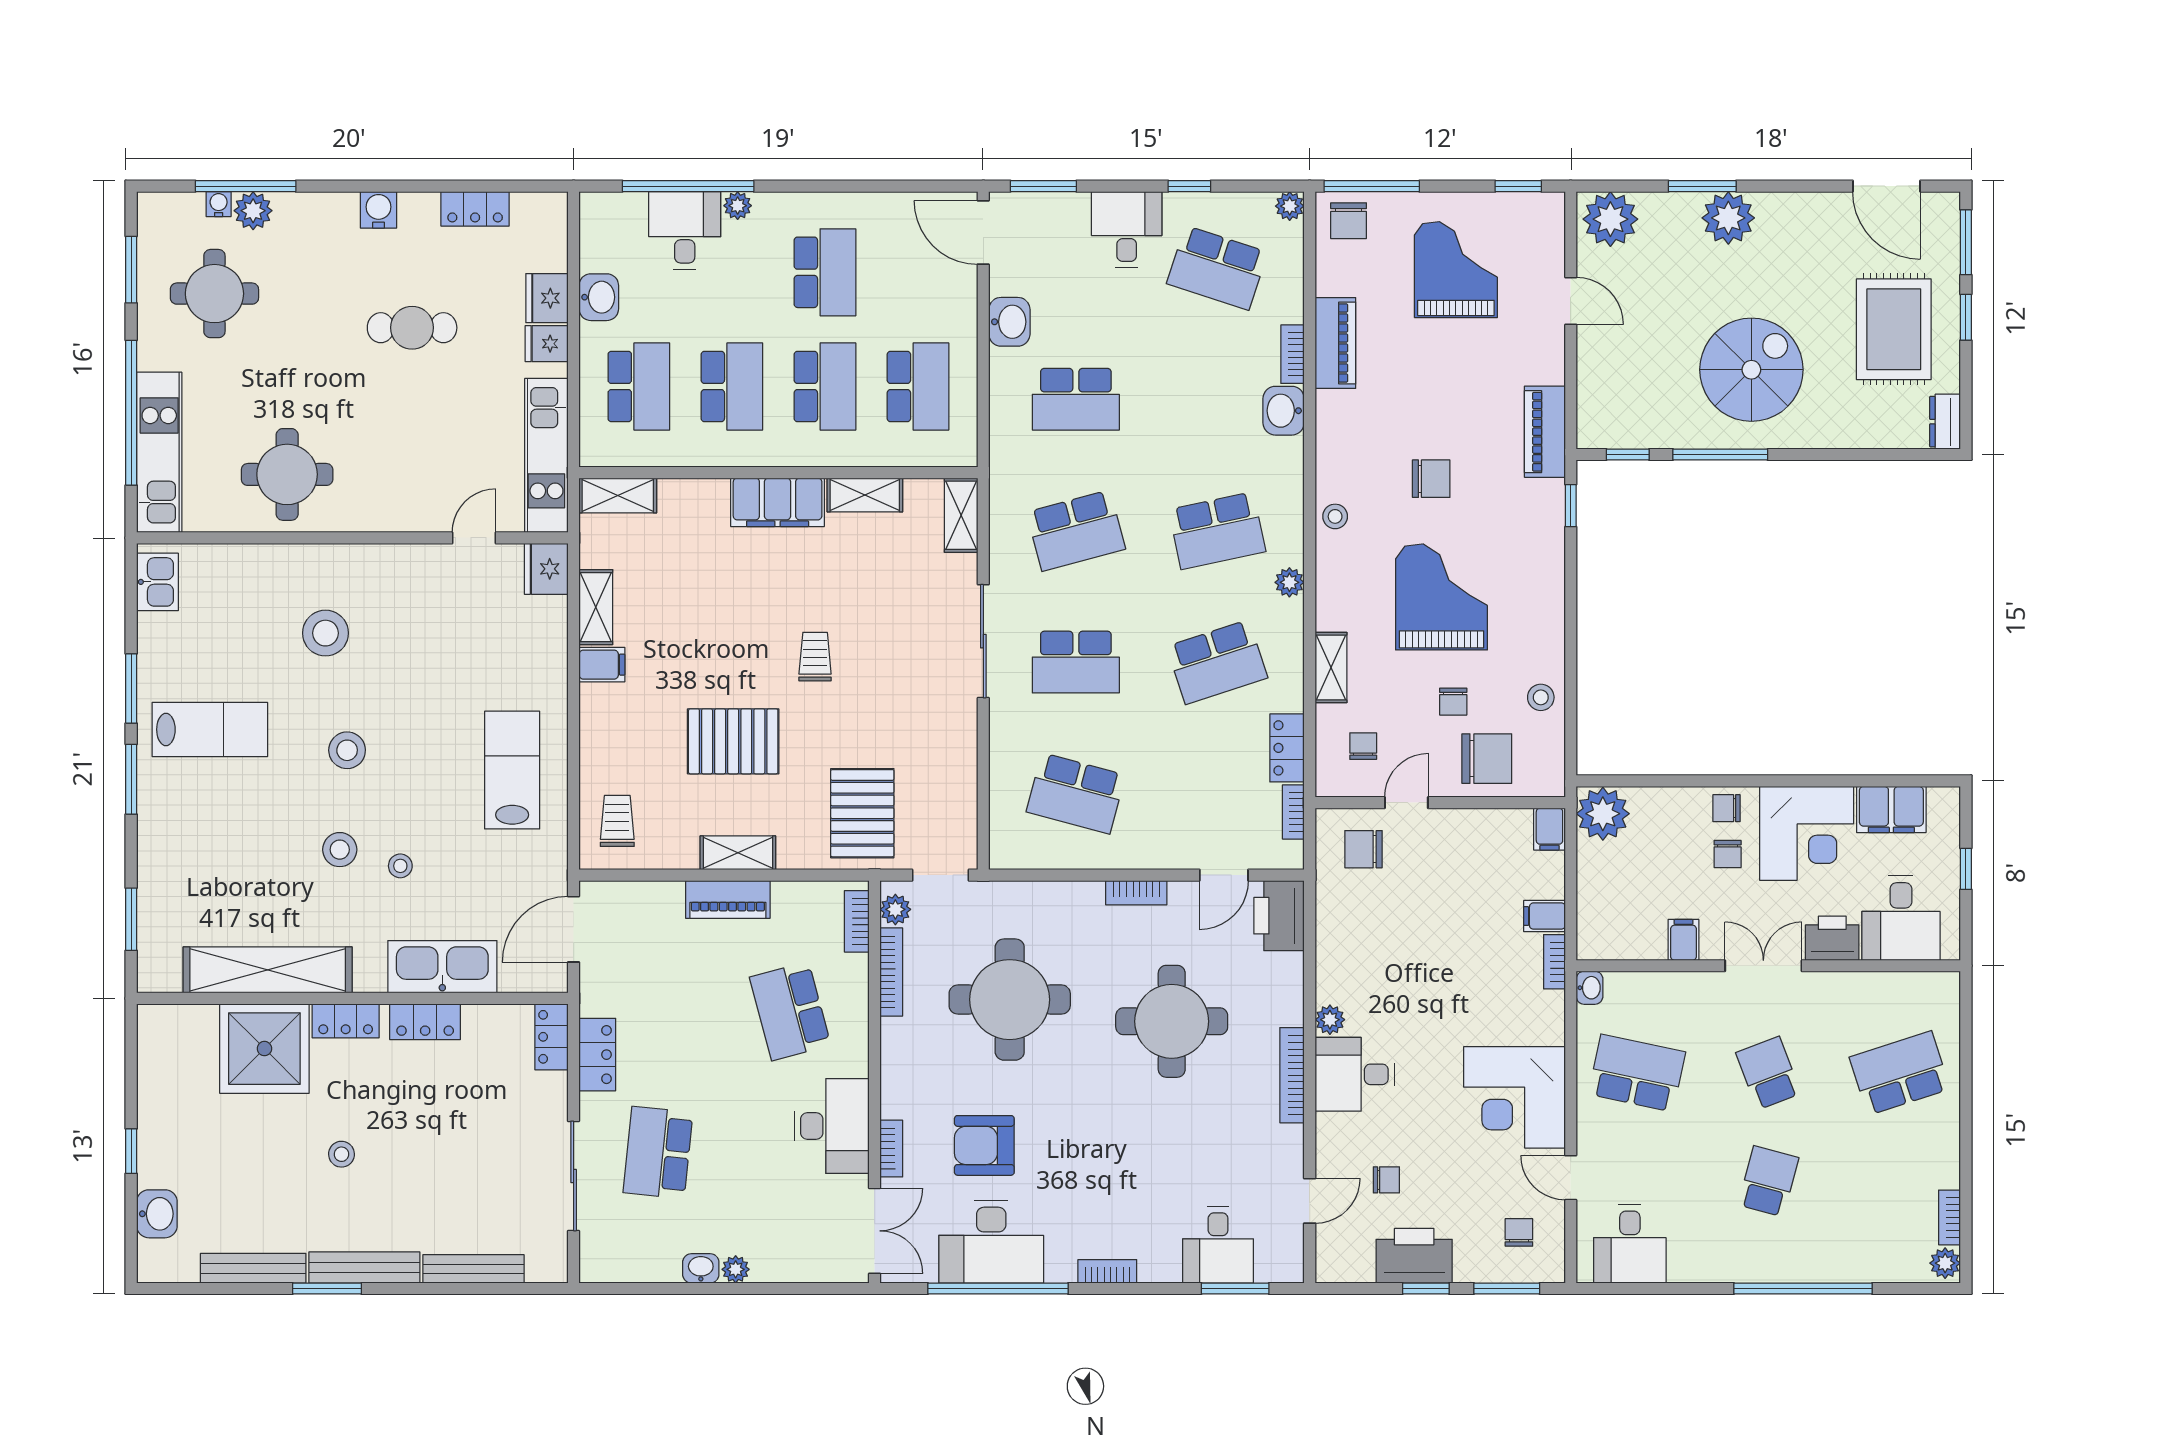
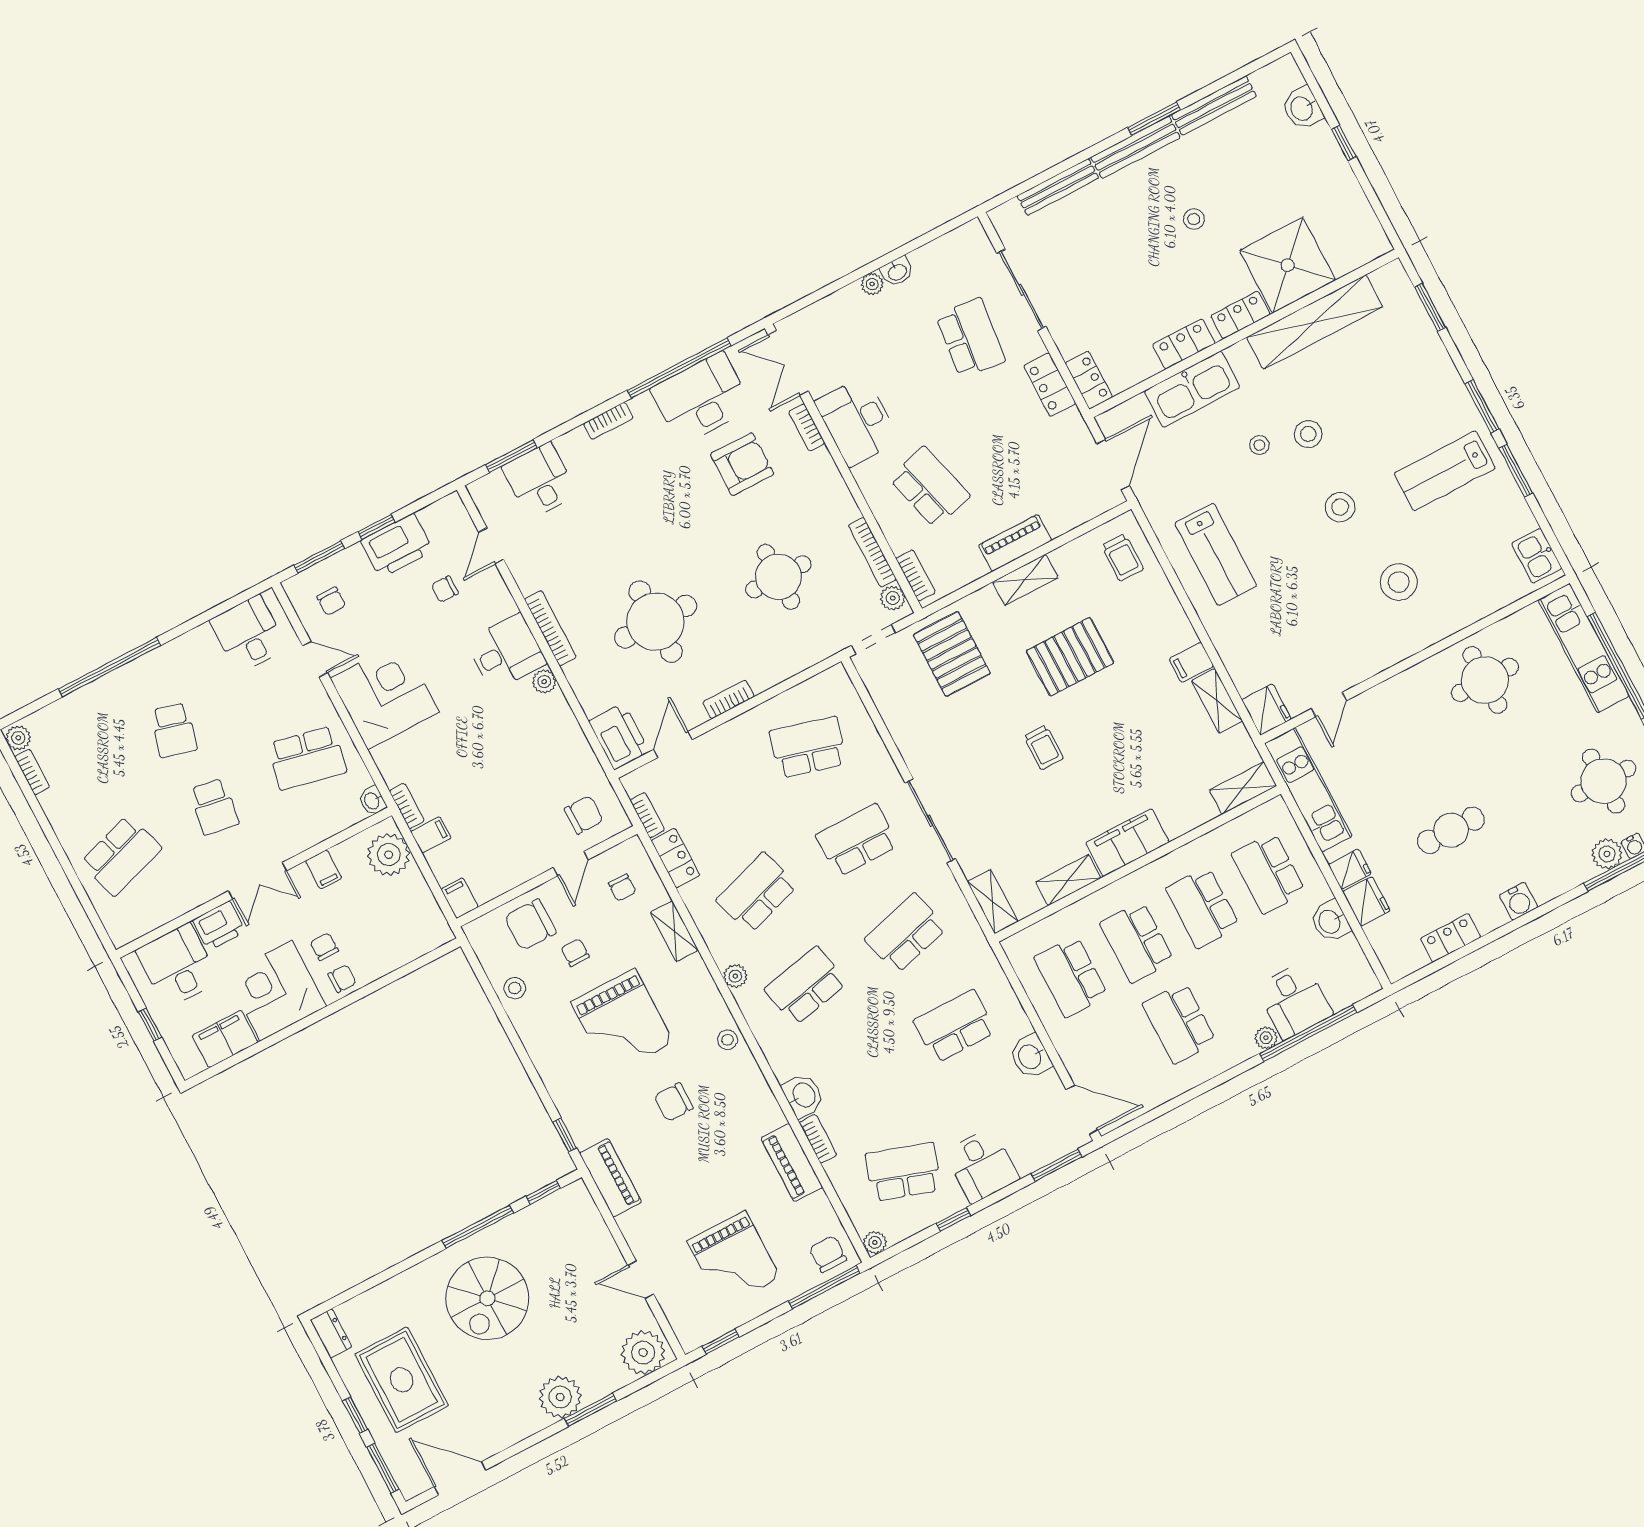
plant: (1603, 814) -> (389, 855), moved
round table: (1010, 1000) -> (778, 577), width x0.73, depth x0.73
school desk: (1768, 1073) -> (214, 807), turned 30

